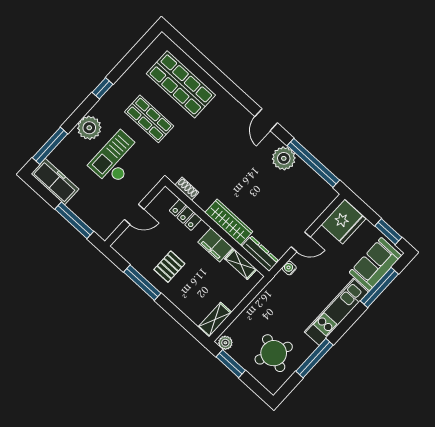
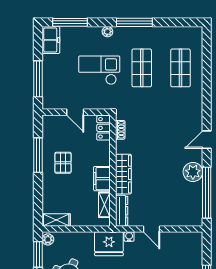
shop shelf: (181, 84) -> (180, 68), width x0.70, depth x0.74
window: (103, 88) -> (134, 22), width x2.17
plant: (89, 128) -> (107, 32), width x0.53, depth x0.53
freezer: (55, 182) -> (51, 40), width x0.71
locker: (185, 215) -> (104, 128), moved
fridge: (343, 222) -> (109, 244), moved
pallet: (169, 267) -> (63, 163), turned 90

